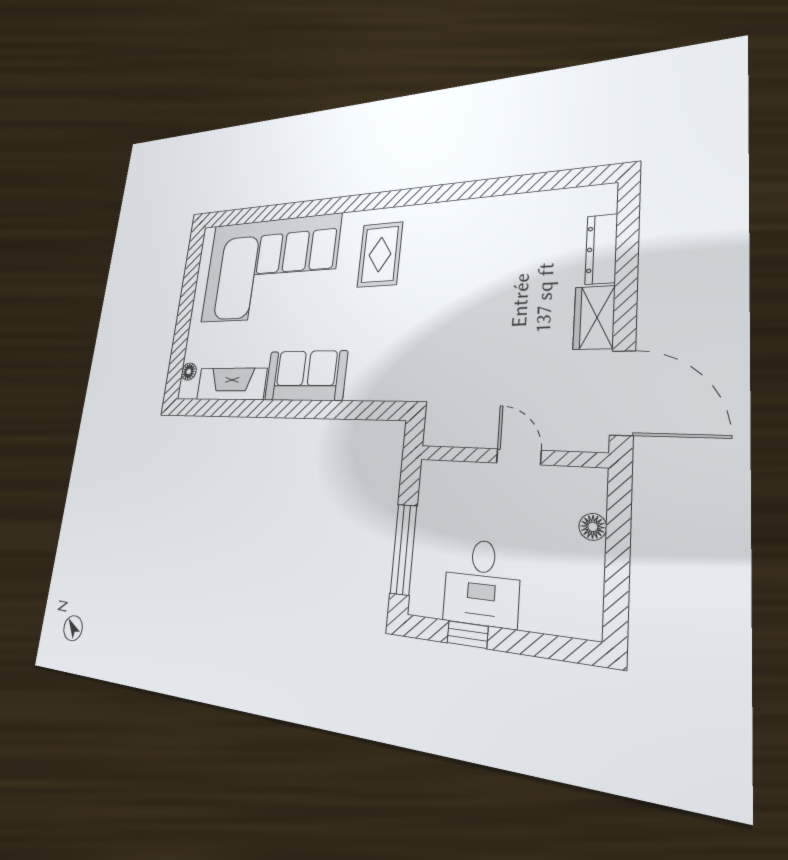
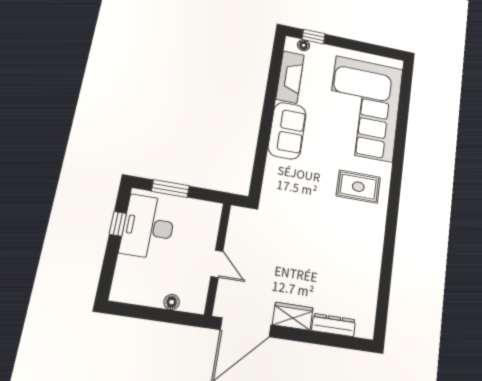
window: (177, 359) -> (314, 37), added
door: (519, 457) -> (217, 264), hinge flipped
window: (404, 549) -> (170, 189), width x0.69
desk: (482, 583) -> (148, 227), width x1.37

